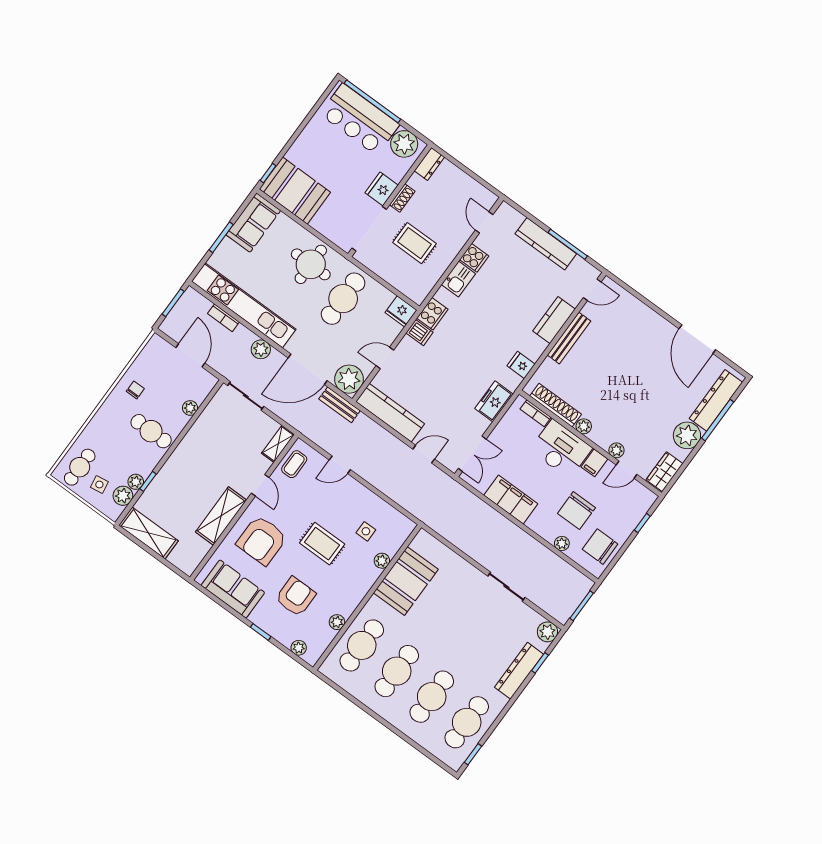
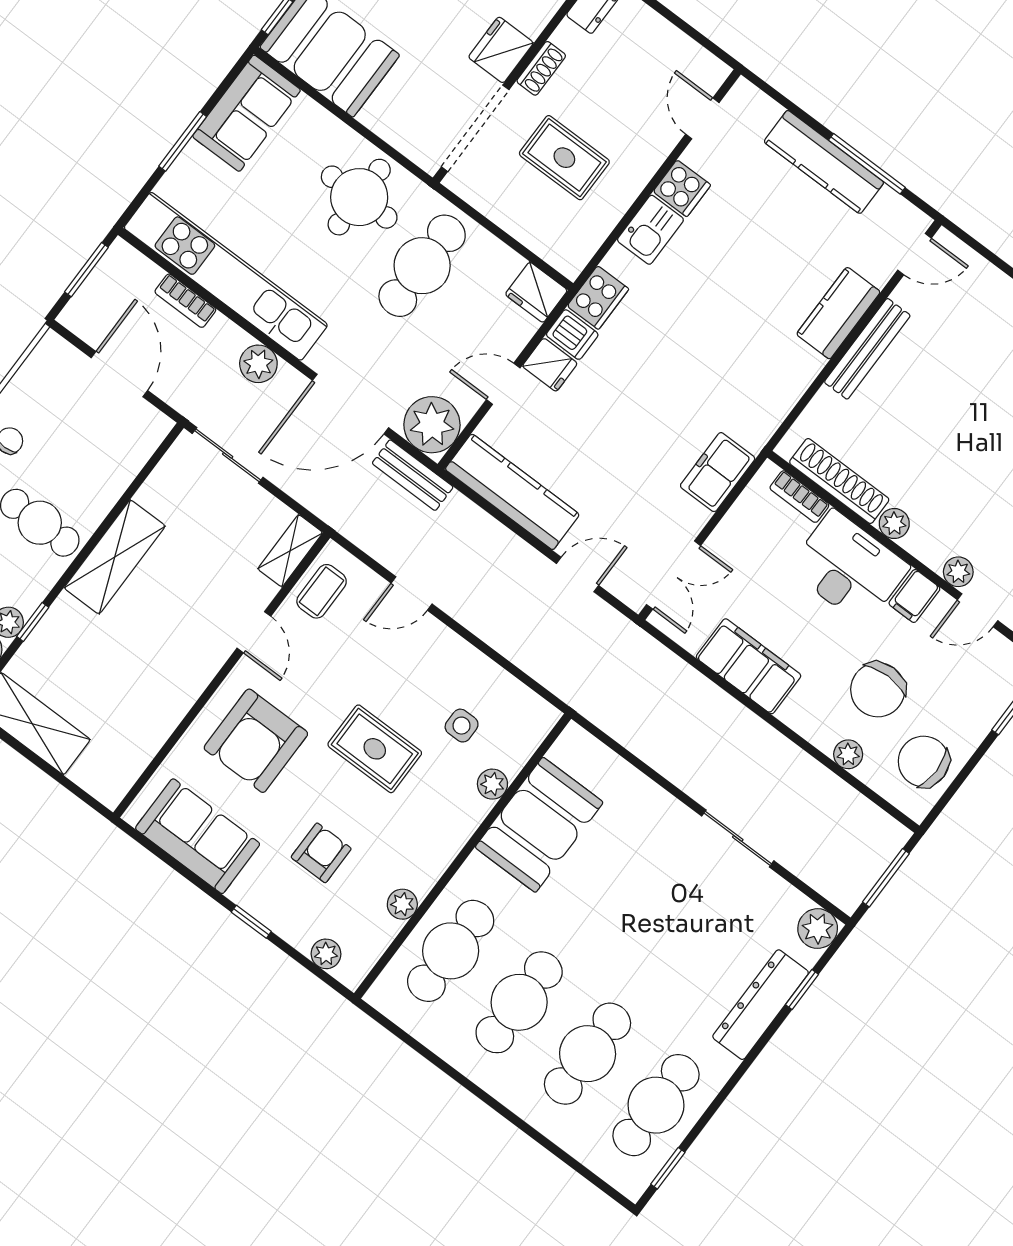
fridge: (521, 365) -> (550, 365), moved, turned 180
plant: (190, 408) -> (117, 478), removed
shelving: (221, 516) -> (115, 557), moved
armchair: (296, 597) -> (321, 853), width x0.72, depth x0.72

